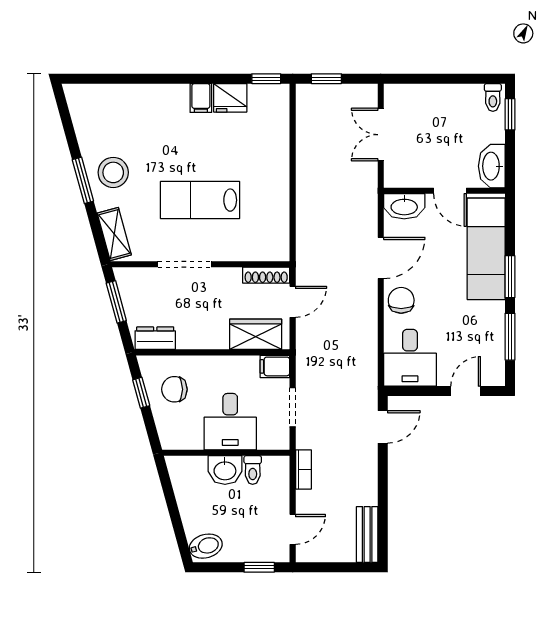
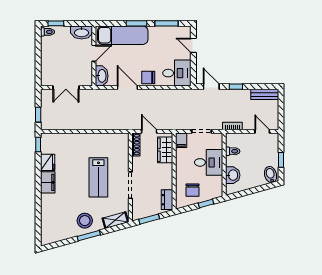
filing cabinet: (201, 98) -> (48, 182), width x2.00
window: (141, 393) -> (206, 203), moved
washbasin: (225, 470) -> (233, 175), moved
window: (383, 476) -> (236, 87), added
window: (259, 567) -> (281, 160), moved

